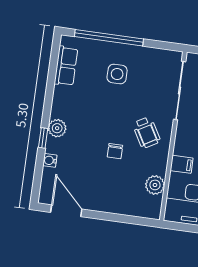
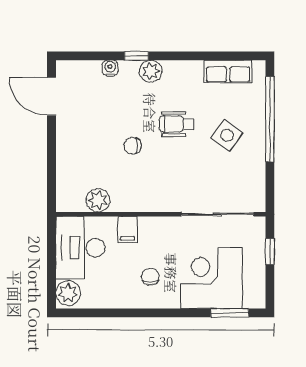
side table: (117, 74) -> (227, 135), turned 36
wheelchair: (146, 132) -> (177, 124), moved, turned 30
door: (66, 211) -> (52, 96), swing flipped

